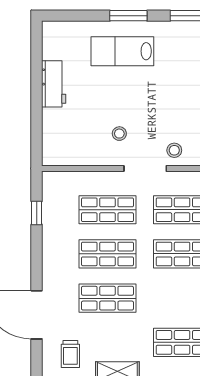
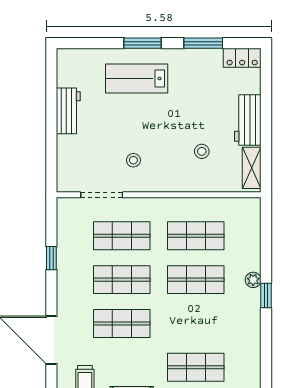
stool: (174, 150) -> (202, 151), moved
doorway: (145, 168) -> (102, 195), moved
window: (37, 213) -> (51, 258), moved

